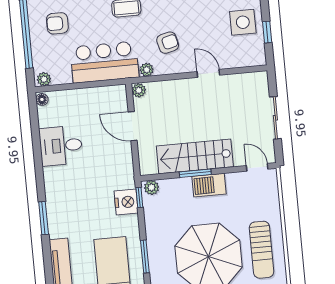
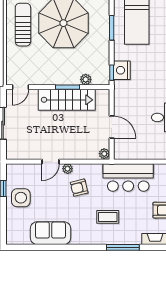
plant: (147, 70) -> (68, 169), moved
door: (208, 73) -> (51, 162), hinge flipped
door: (257, 167) -> (20, 87), hinge flipped
barbecue: (209, 185) -> (58, 77), removed
plant: (151, 187) -> (86, 79), moved

